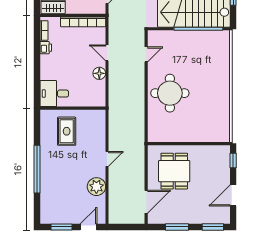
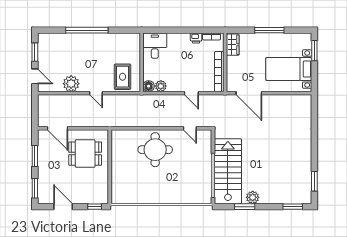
door: (107, 53) -> (191, 93), swing flipped
floor lamp: (99, 73) -> (149, 86), moved
plant: (99, 87) -> (161, 86), added
rug: (67, 131) -> (123, 77), moved, turned 90

